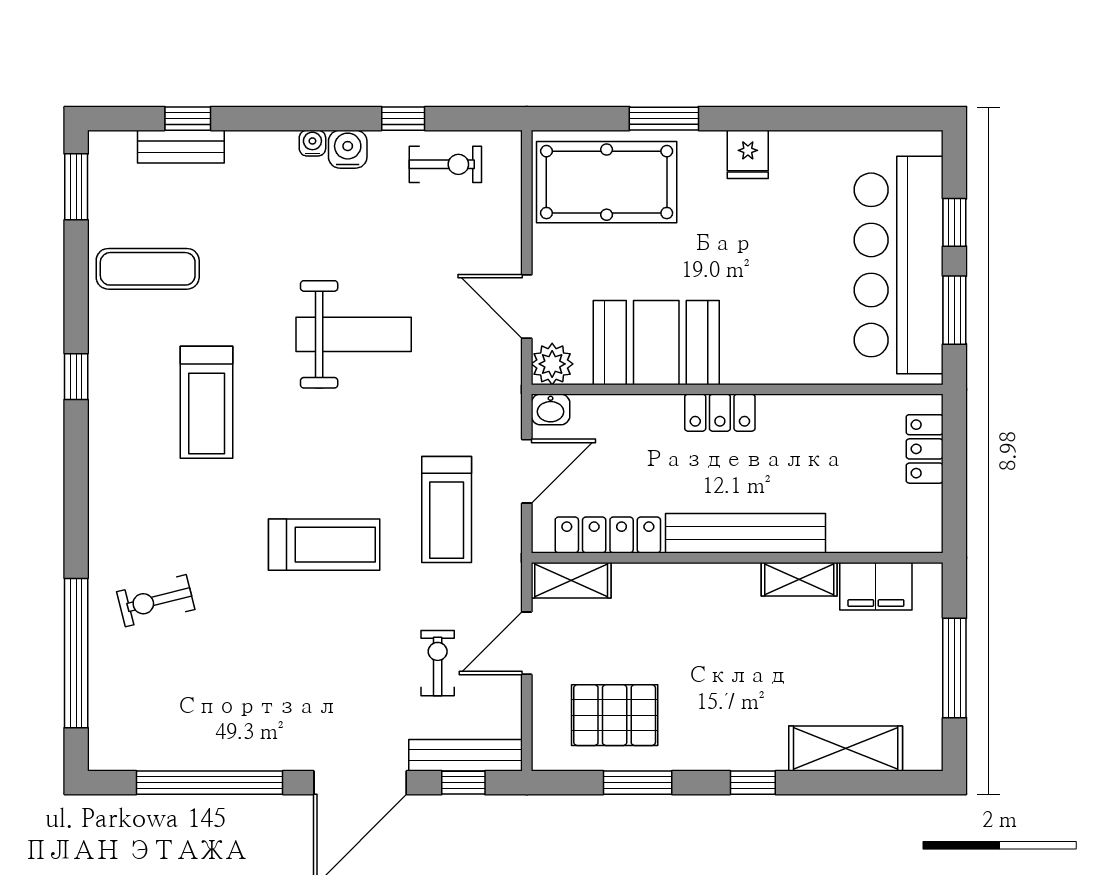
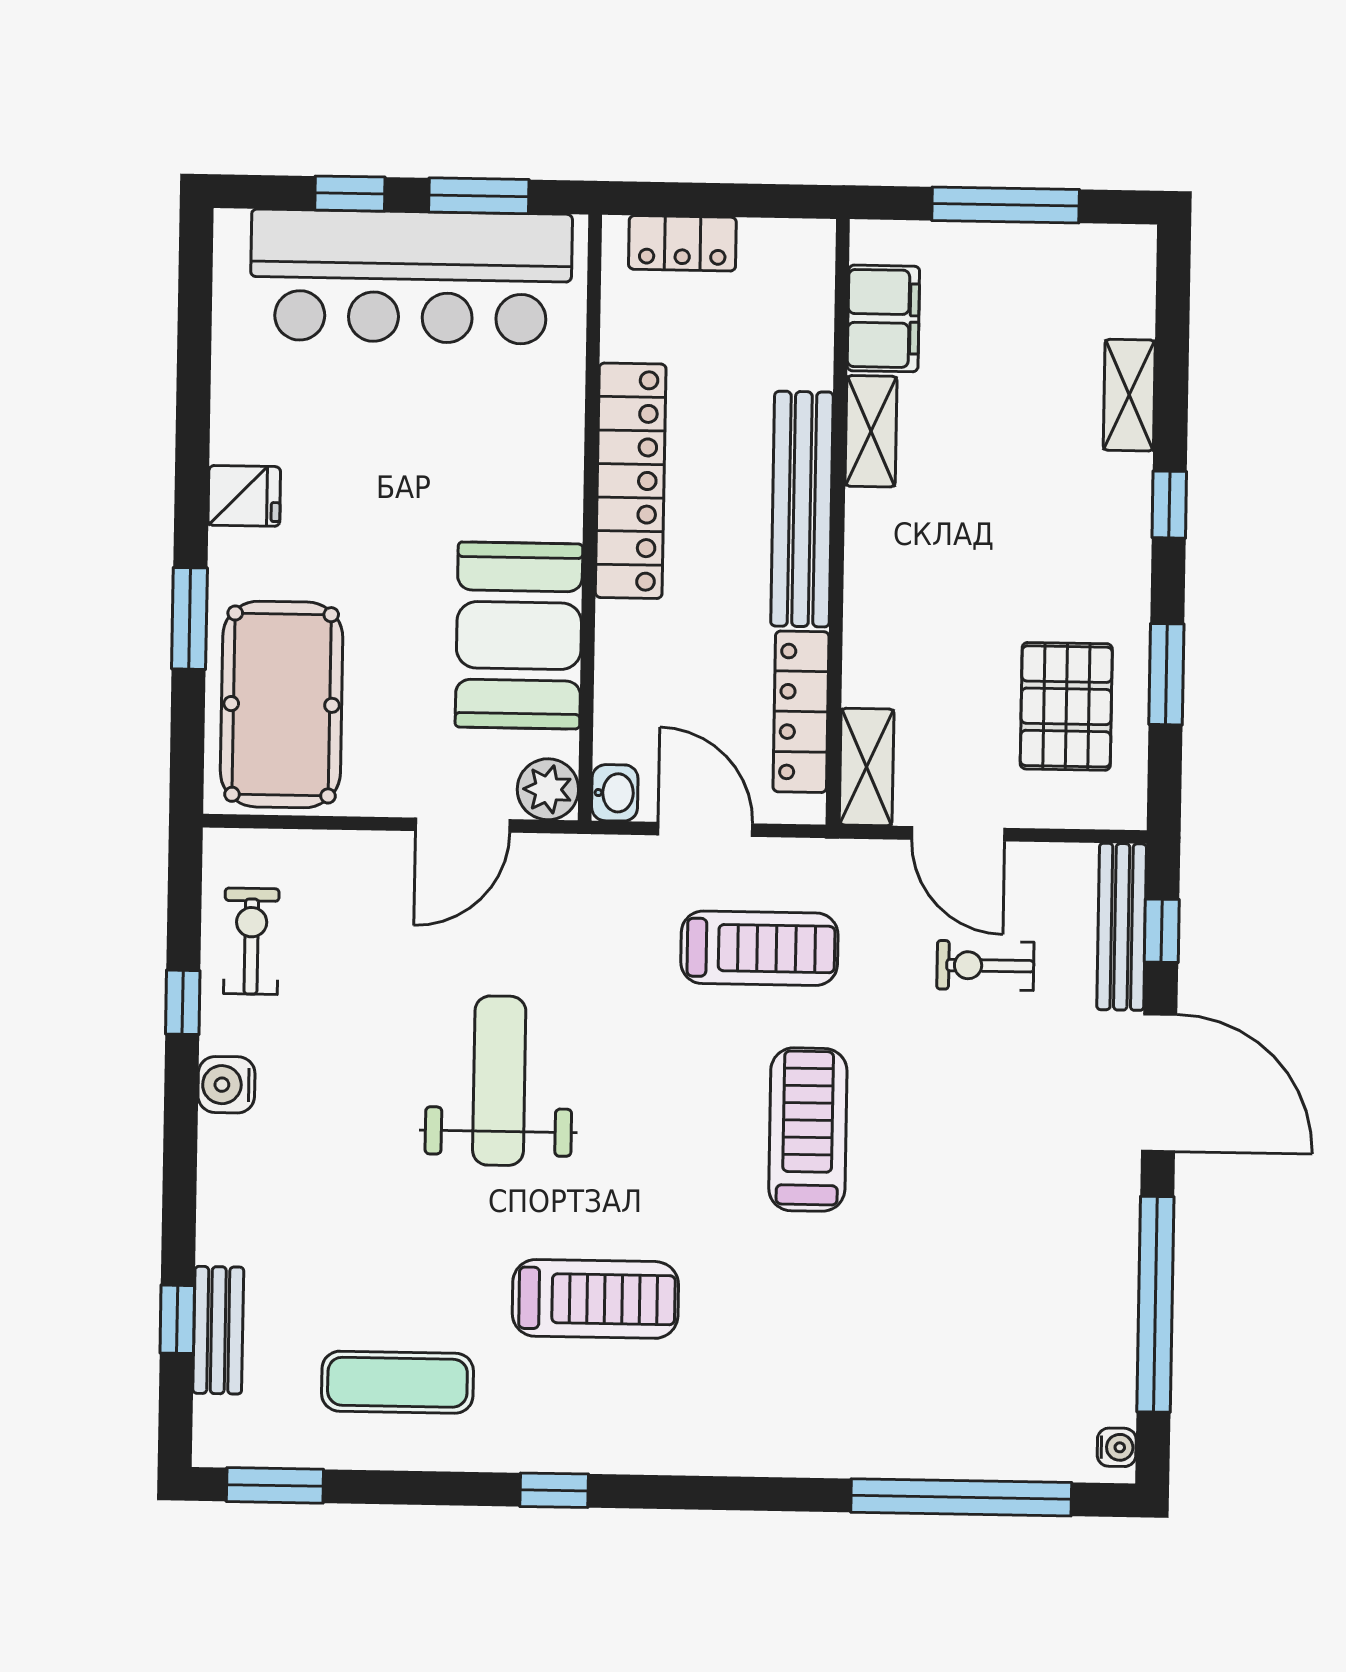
water cooler: (312, 143) -> (1117, 1447), moved, turned 180
exercise mat: (148, 269) -> (397, 1382), turned 90
locker: (720, 413) -> (631, 481), width x2.16, depth x1.21
exercise bike: (156, 601) -> (886, 1379), removed
shelving: (846, 748) -> (1129, 395), width x0.67, depth x0.75

